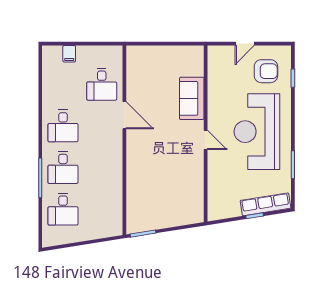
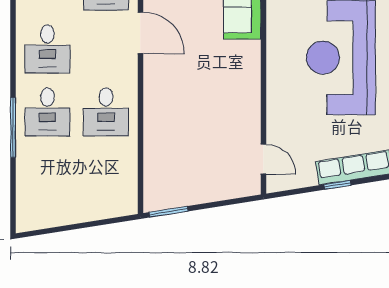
door: (206, 140) -> (263, 159), moved
desk: (63, 209) -> (106, 112), moved

